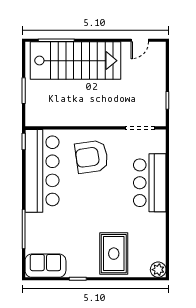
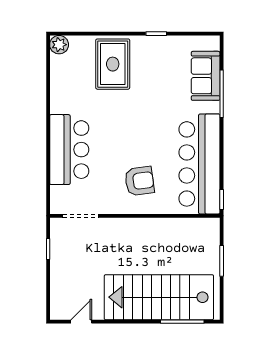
armchair: (92, 157) -> (139, 181), width x0.73, depth x0.73
sofa: (45, 266) -> (206, 76), moved, turned 90

